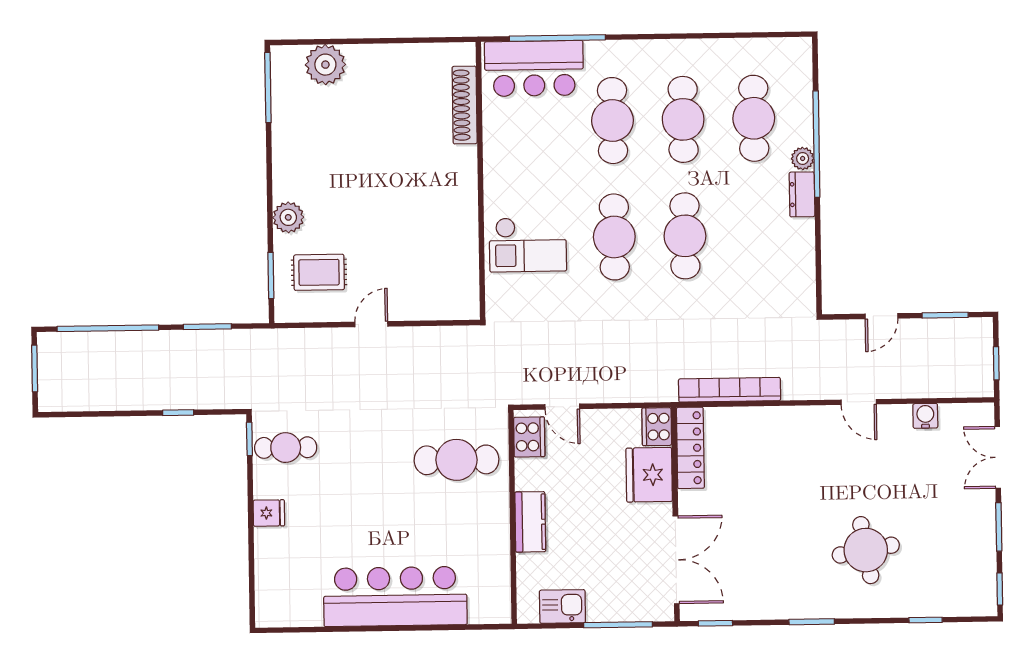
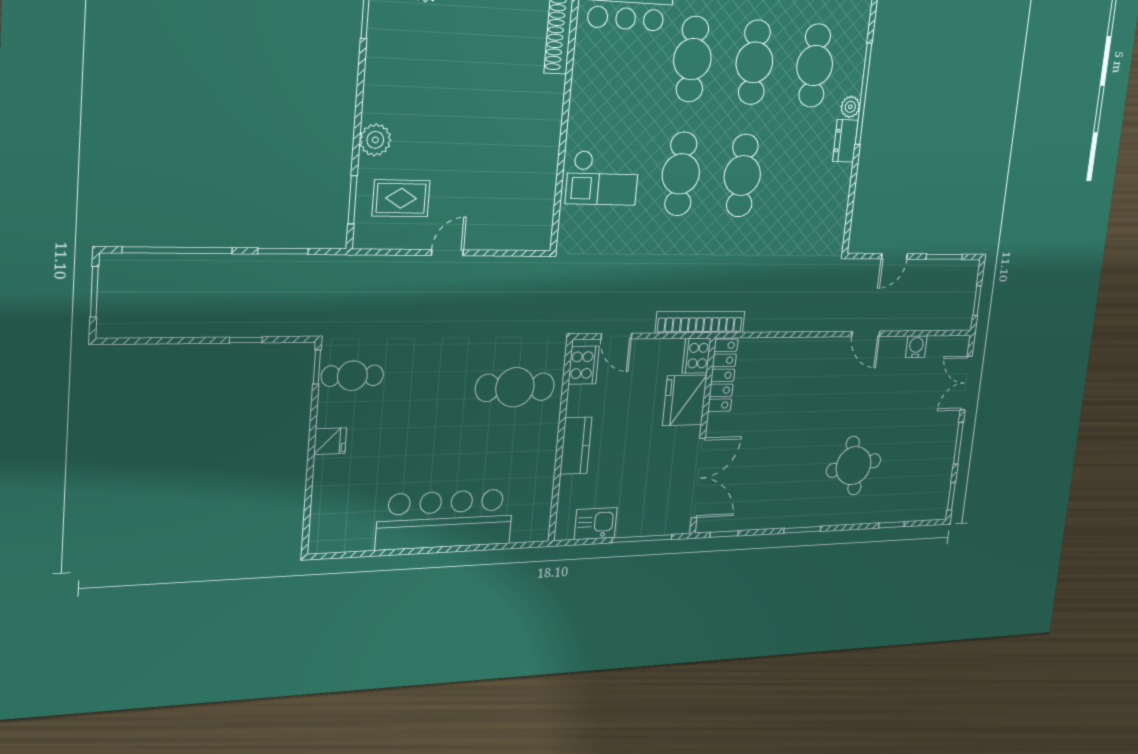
bookcase: (730, 390) -> (700, 322), moved

